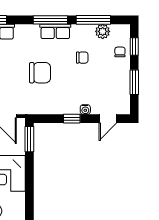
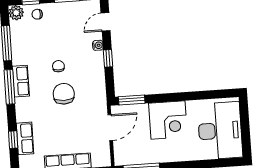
plant: (103, 31) -> (16, 13), moved
chair: (82, 58) -> (58, 66), moved
door: (108, 119) -> (106, 22), swing flipped

